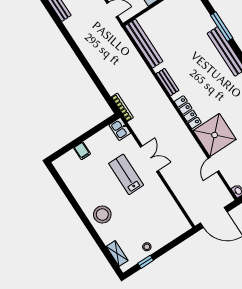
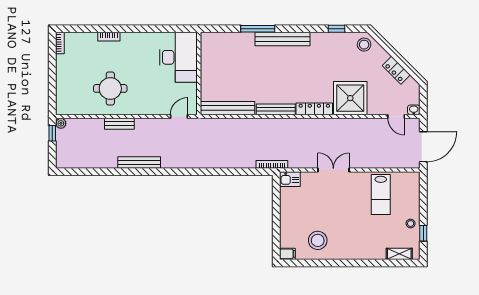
bench: (167, 82) -> (276, 109), width x1.36
filing cabinet: (82, 151) -> (287, 254), moved
door: (213, 165) -> (396, 116), moved
lab bench: (126, 174) -> (381, 195), moved, turned -90
stool: (102, 215) -> (318, 240), moved

